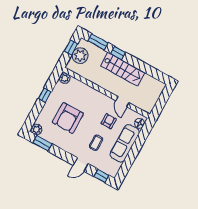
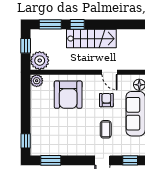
plant: (80, 56) -> (40, 61), moved
window: (45, 95) -> (26, 141), moved
armchair: (68, 118) -> (68, 95), moved
plant: (36, 129) -> (37, 149), removed

